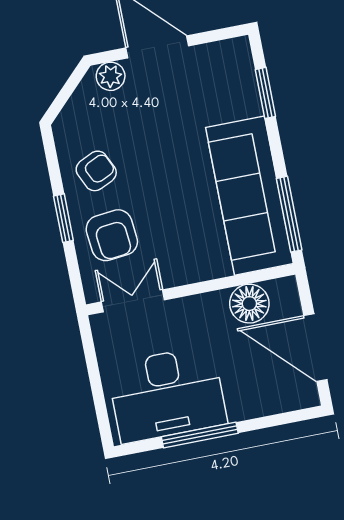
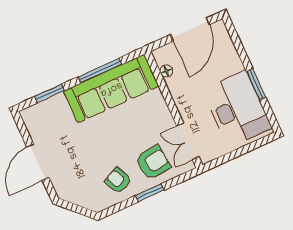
plant: (111, 76) -> (61, 185), removed
window: (289, 214) -> (100, 71), moved
floor lamp: (249, 304) -> (166, 71), width x0.53, depth x0.53
window: (200, 435) -> (256, 84), width x0.69

